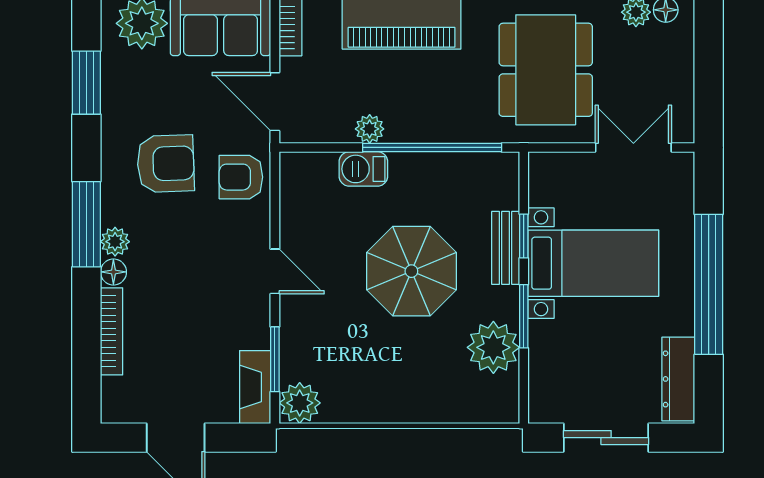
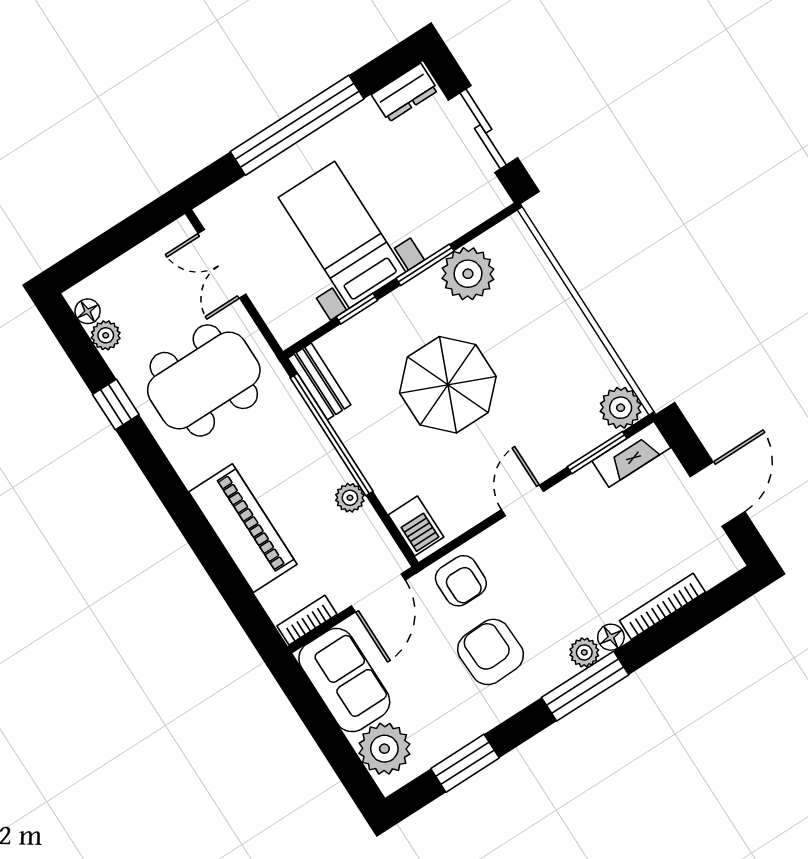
barbecue: (363, 169) -> (416, 526), moved
bench: (506, 248) -> (319, 381), moved, turned 90
dresser: (678, 379) -> (405, 93), width x0.70

